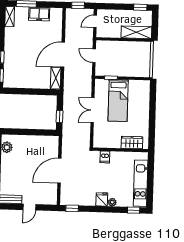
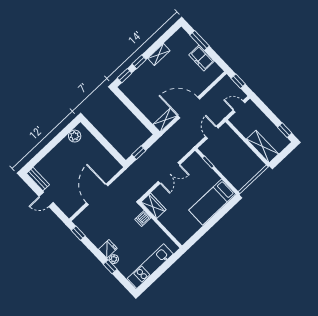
shelving: (10, 17) -> (159, 54), moved
bed: (118, 100) -> (212, 202), moved
double door: (92, 110) -> (169, 173), swing flipped
wardrobe: (132, 143) -> (153, 206), moved
door: (59, 171) -> (97, 194), hinge flipped
window: (134, 210) -> (110, 267), moved

